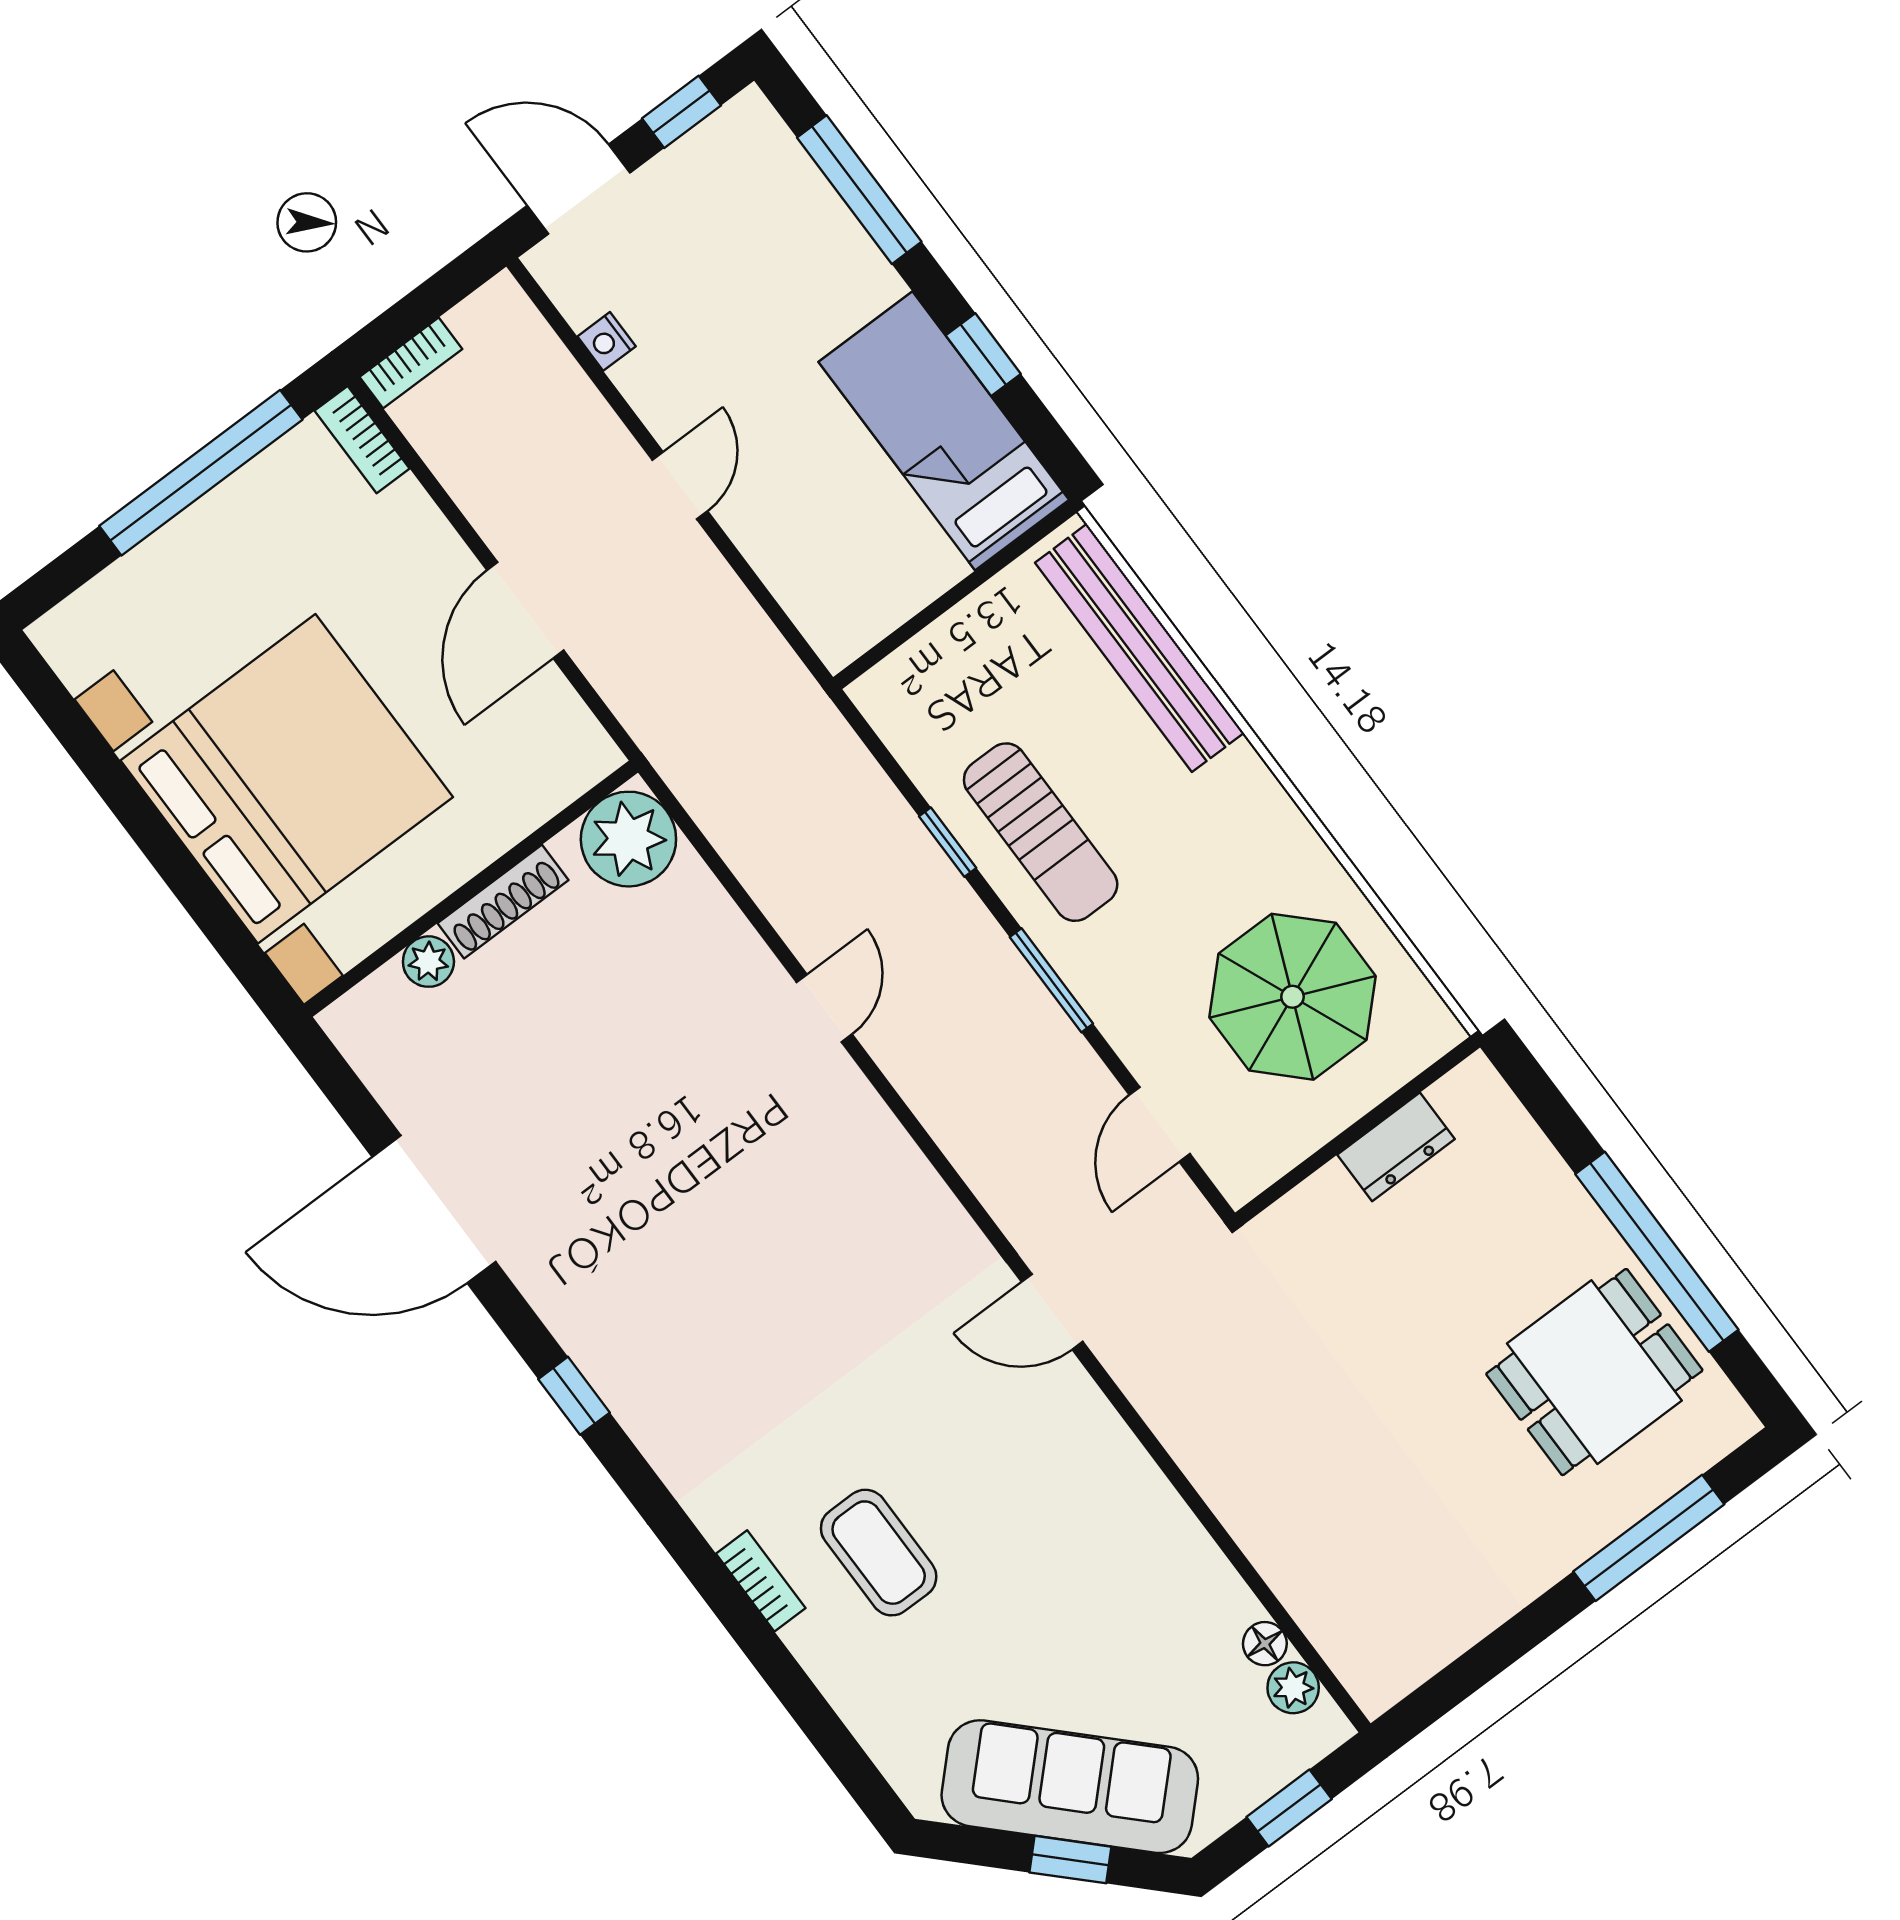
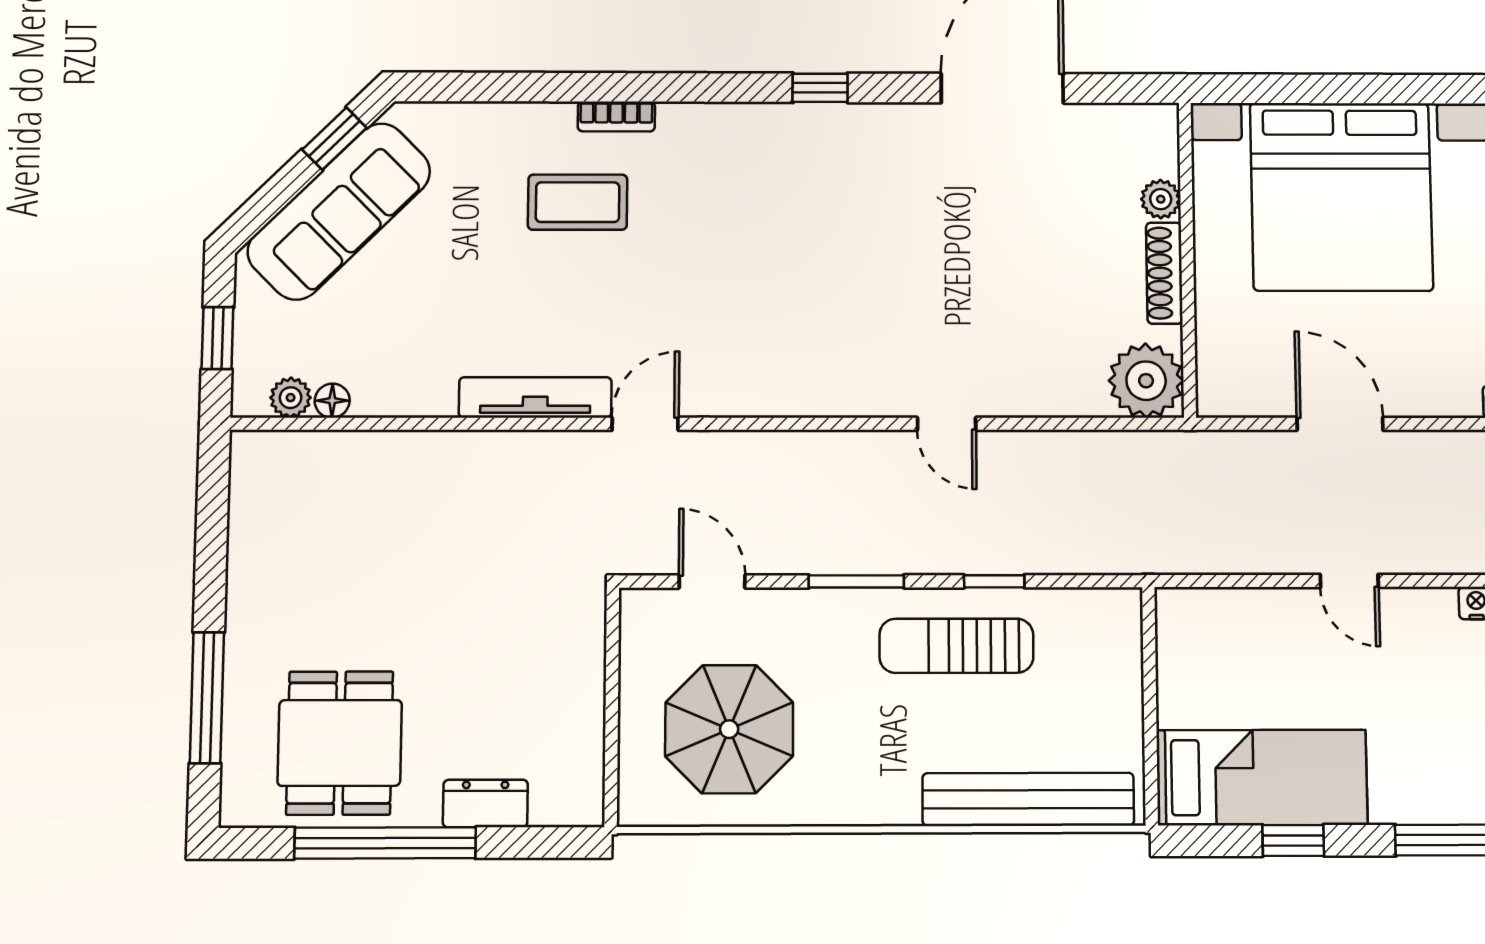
dresser: (1396, 1147) -> (485, 803), moved, turned 90
tv unit: (1109, 1442) -> (535, 397), added
window: (1070, 1860) -> (334, 139), moved

